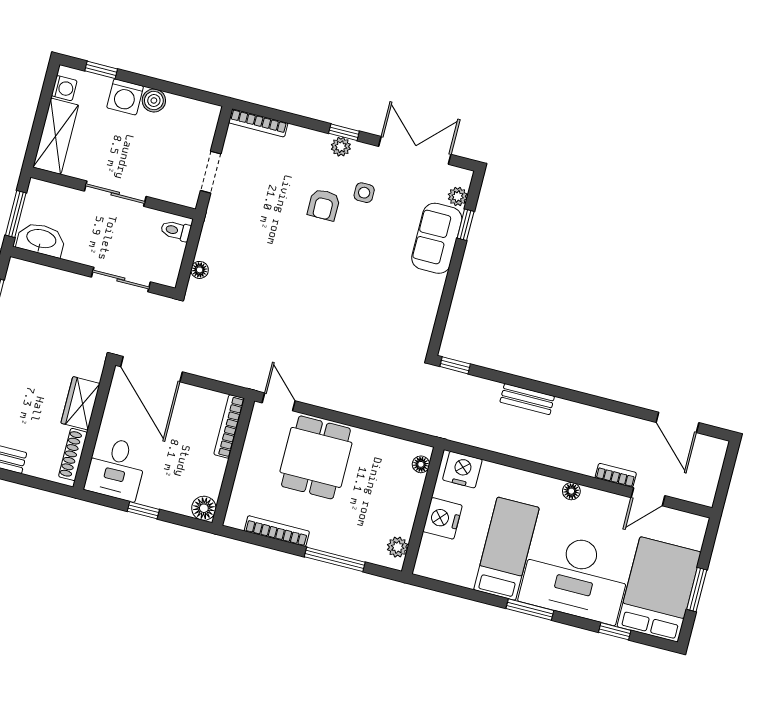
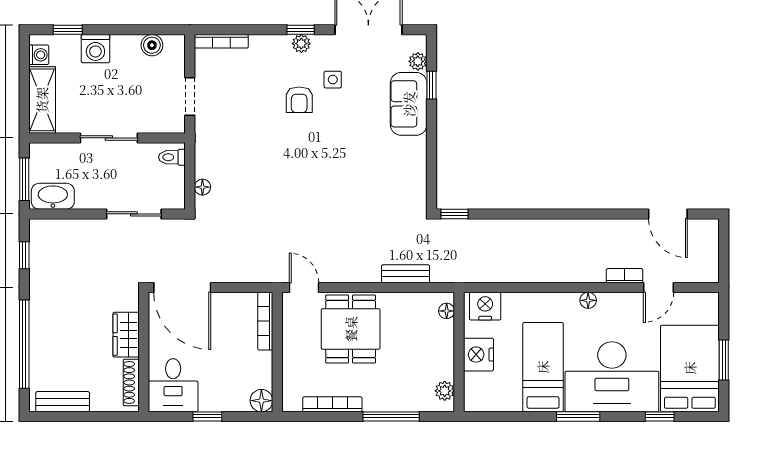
boiler: (154, 101) -> (152, 45), moved
bench: (527, 399) -> (406, 274), moved

